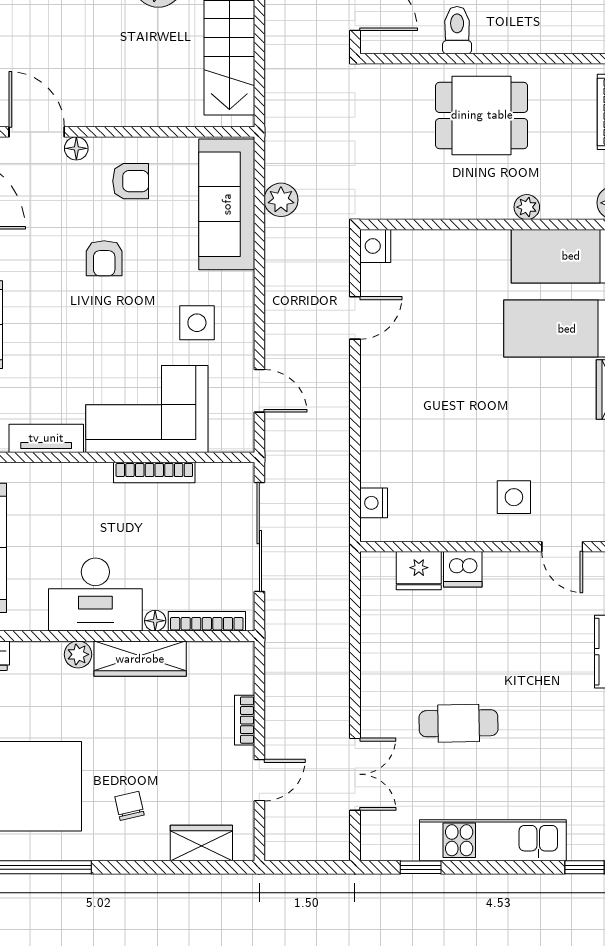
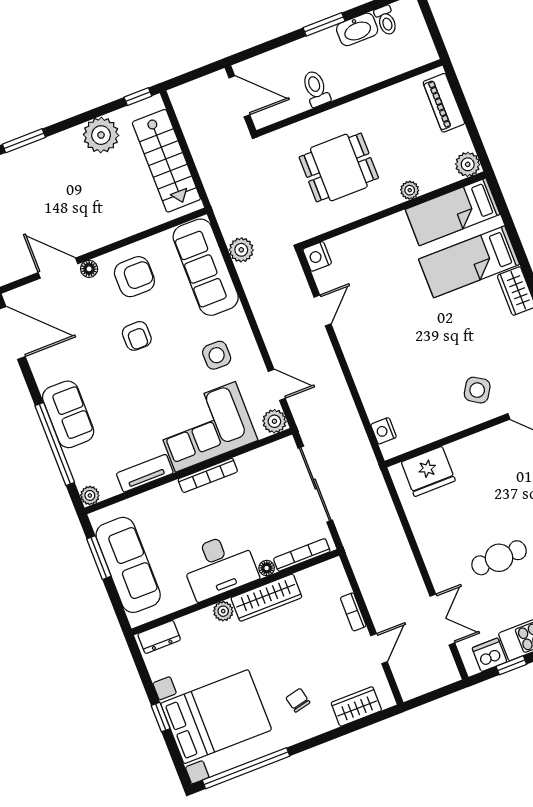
dining table: (482, 115) -> (339, 167), moved
armchair: (131, 181) -> (134, 277), width x1.38, depth x1.38
plant: (238, 436) -> (274, 421), added
bookcase: (154, 473) -> (208, 475), moved
side table: (514, 497) -> (477, 390), turned 32
dishwasher: (463, 569) -> (490, 655), moved, turned 180
fridge: (419, 571) -> (428, 471), width x1.36, depth x1.34

